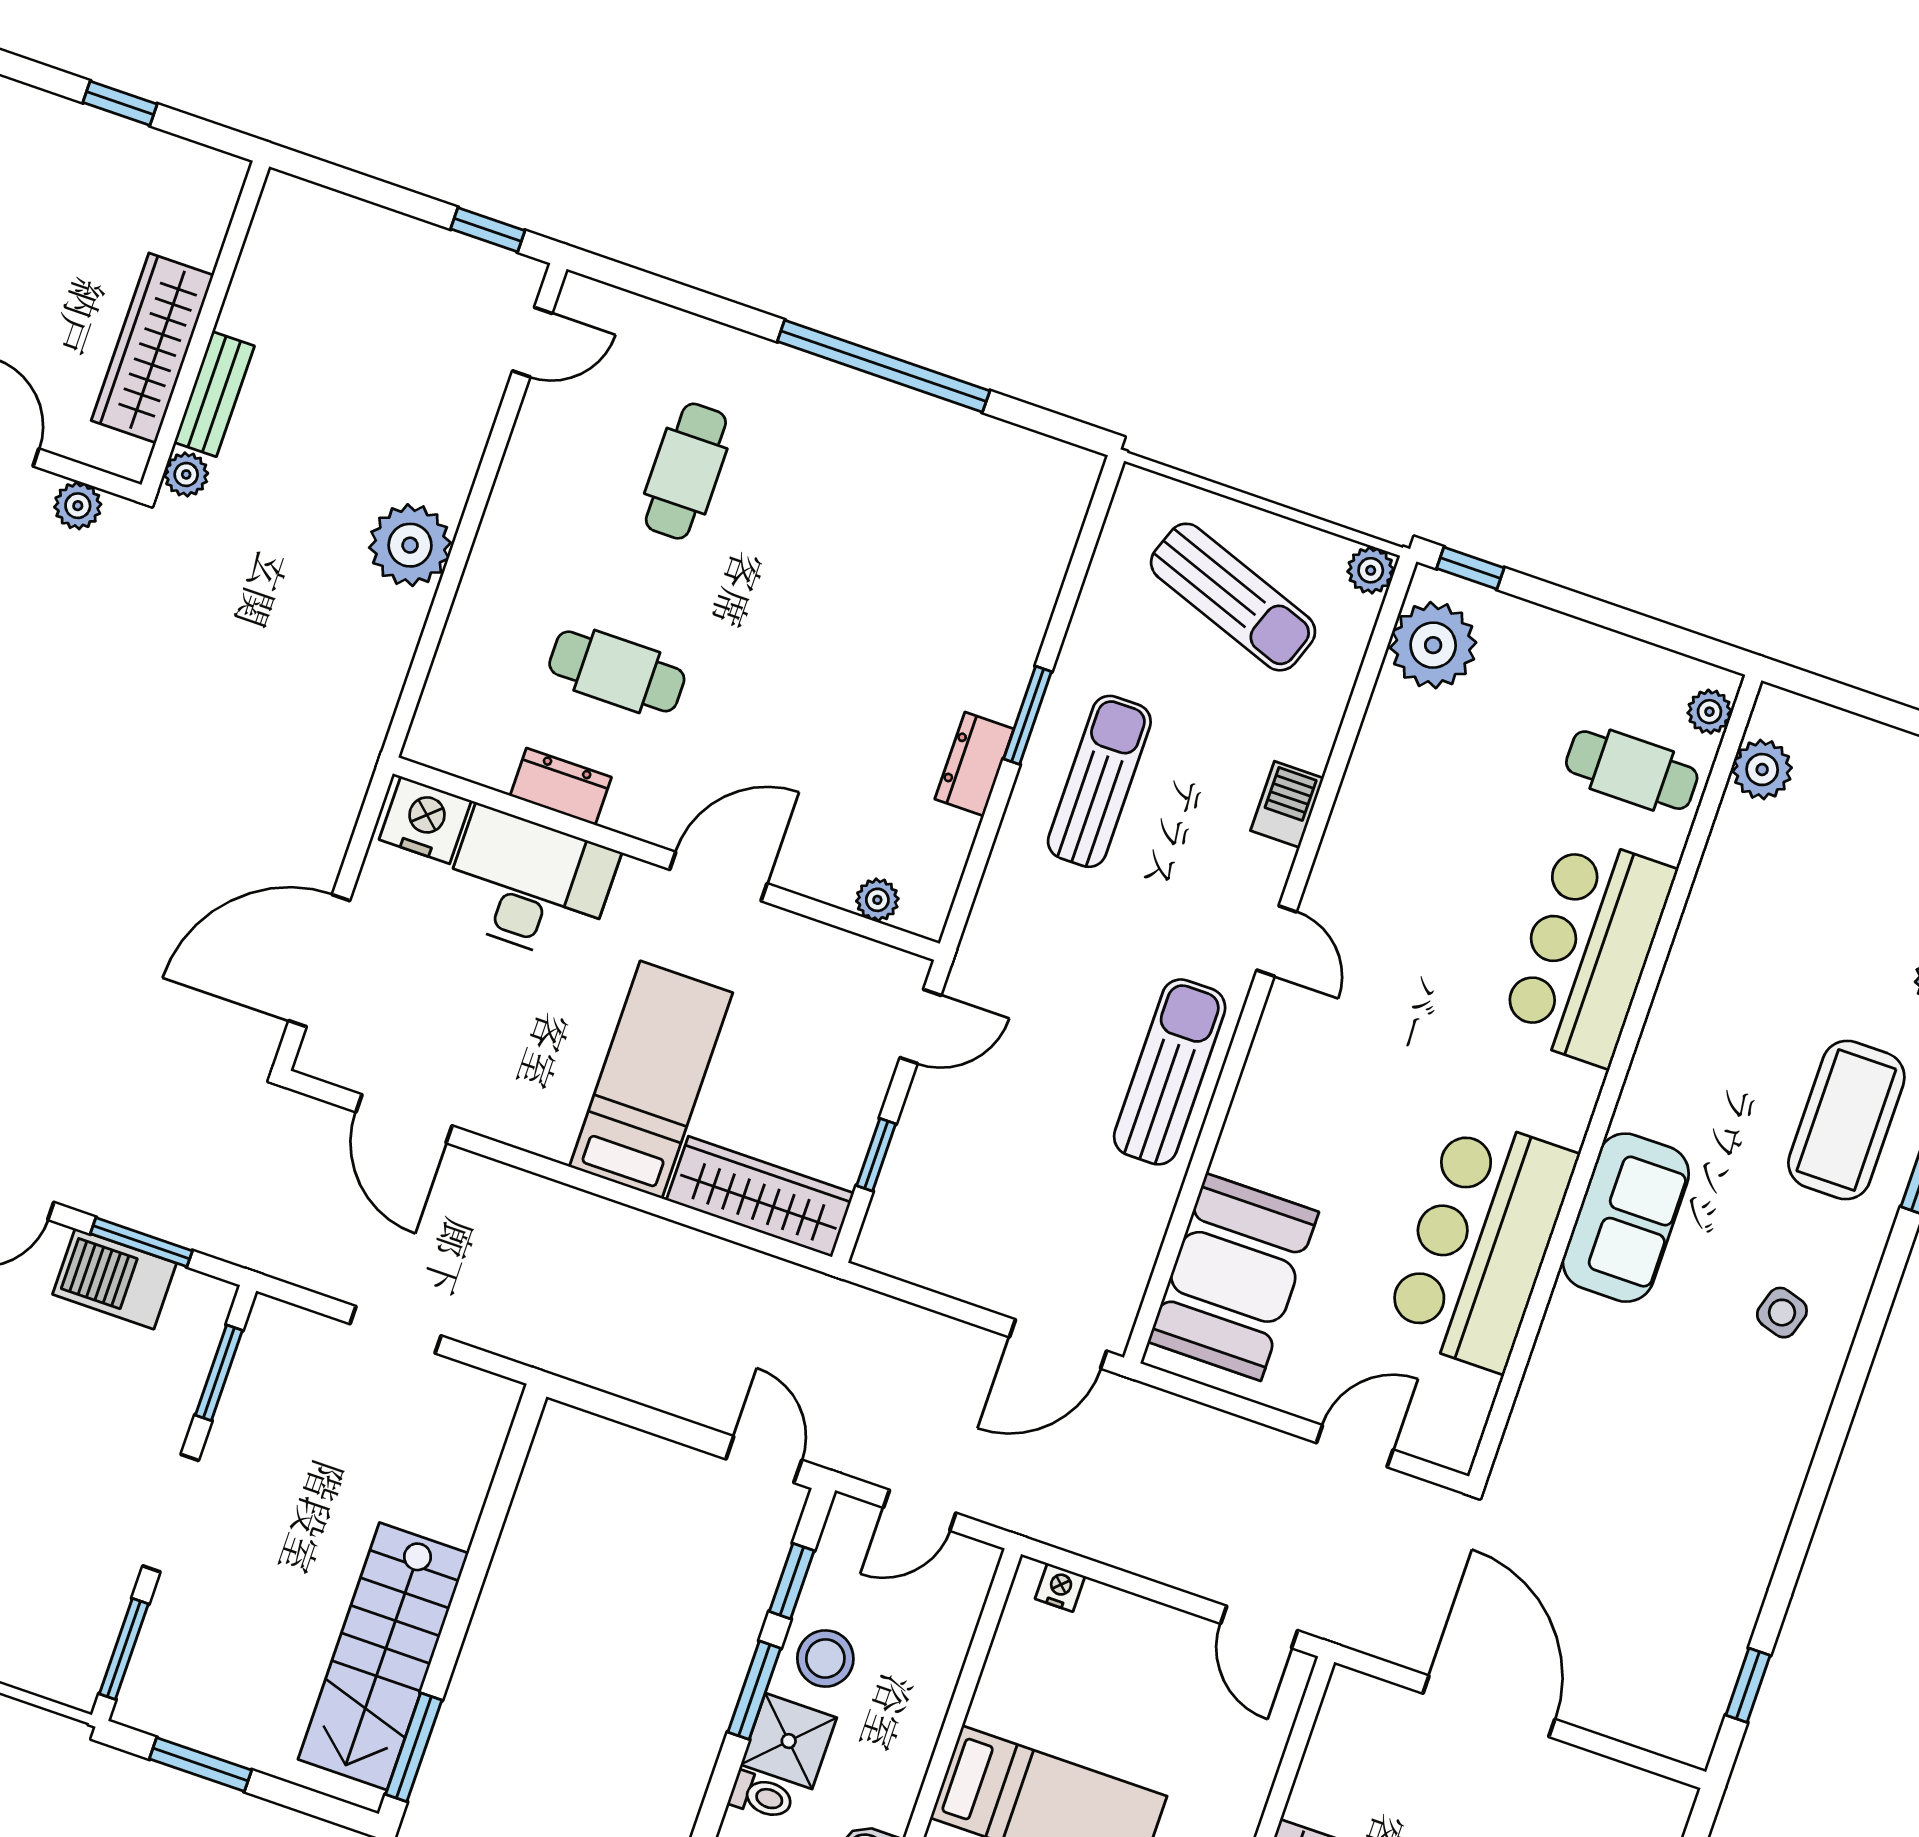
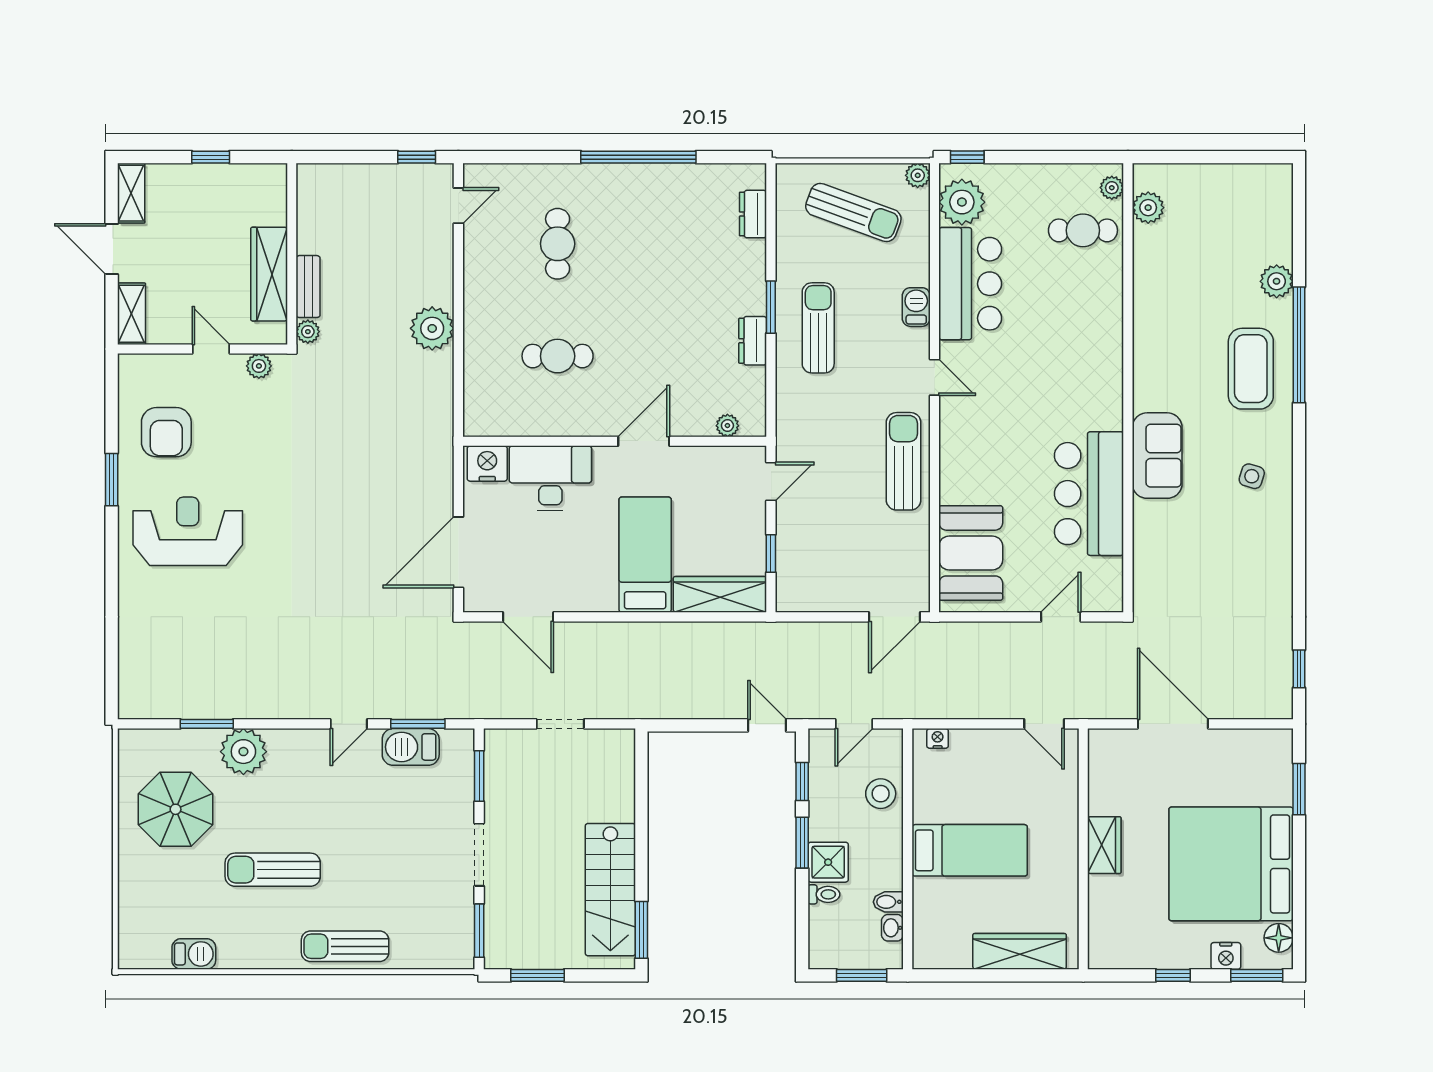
dresser: (561, 787) -> (753, 214), moved, turned -90
bar counter: (1588, 950) -> (970, 284), moved, turned 180
stool: (825, 1658) -> (881, 794), moved

